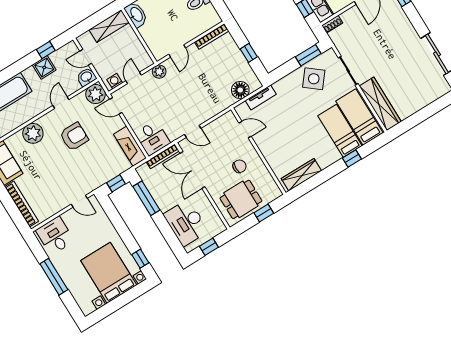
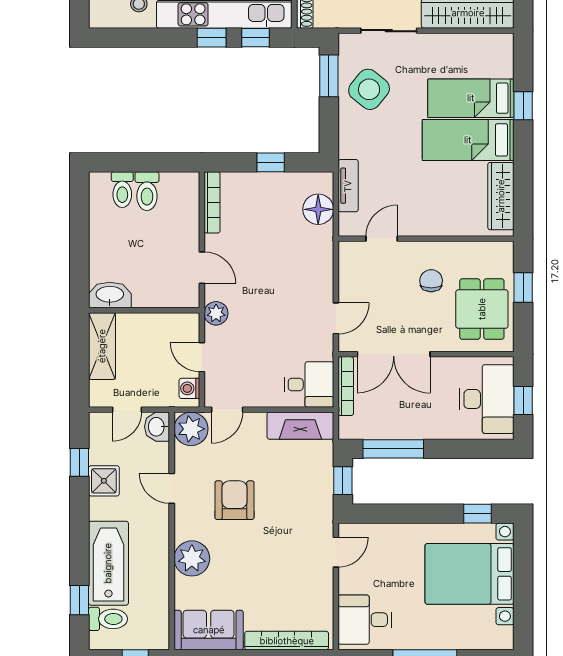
bed: (359, 117) -> (468, 140), moved
desk: (186, 223) -> (487, 399), moved, turned -90

